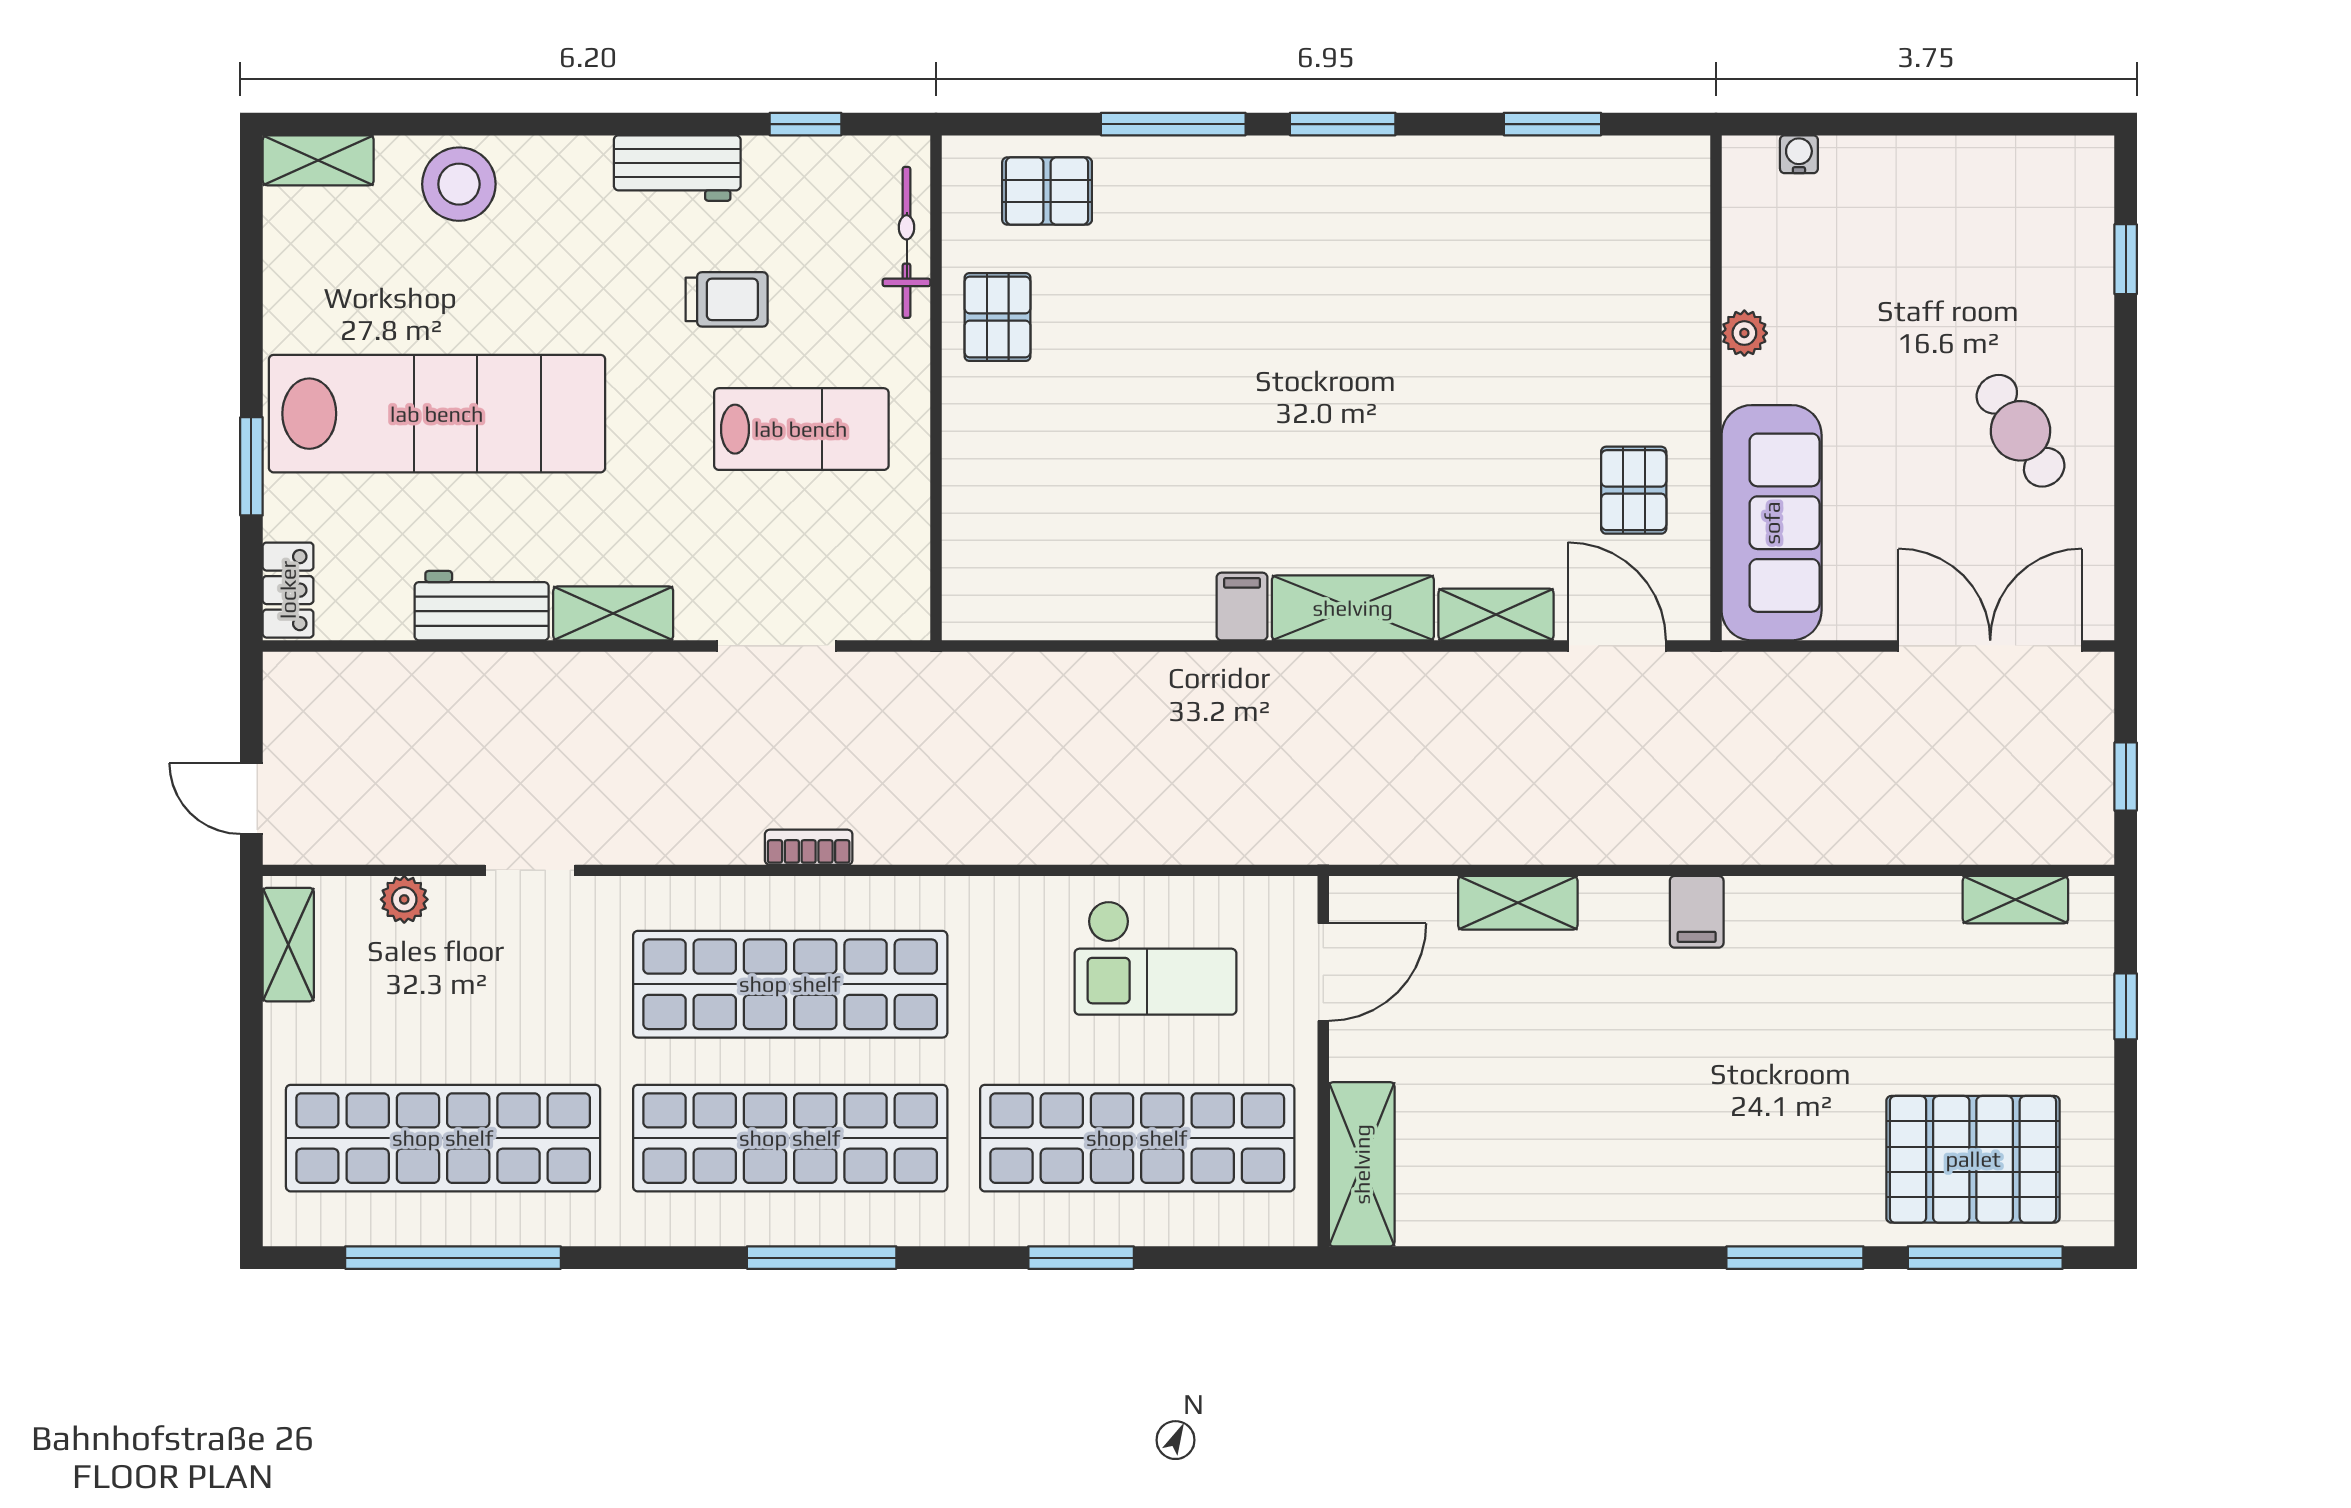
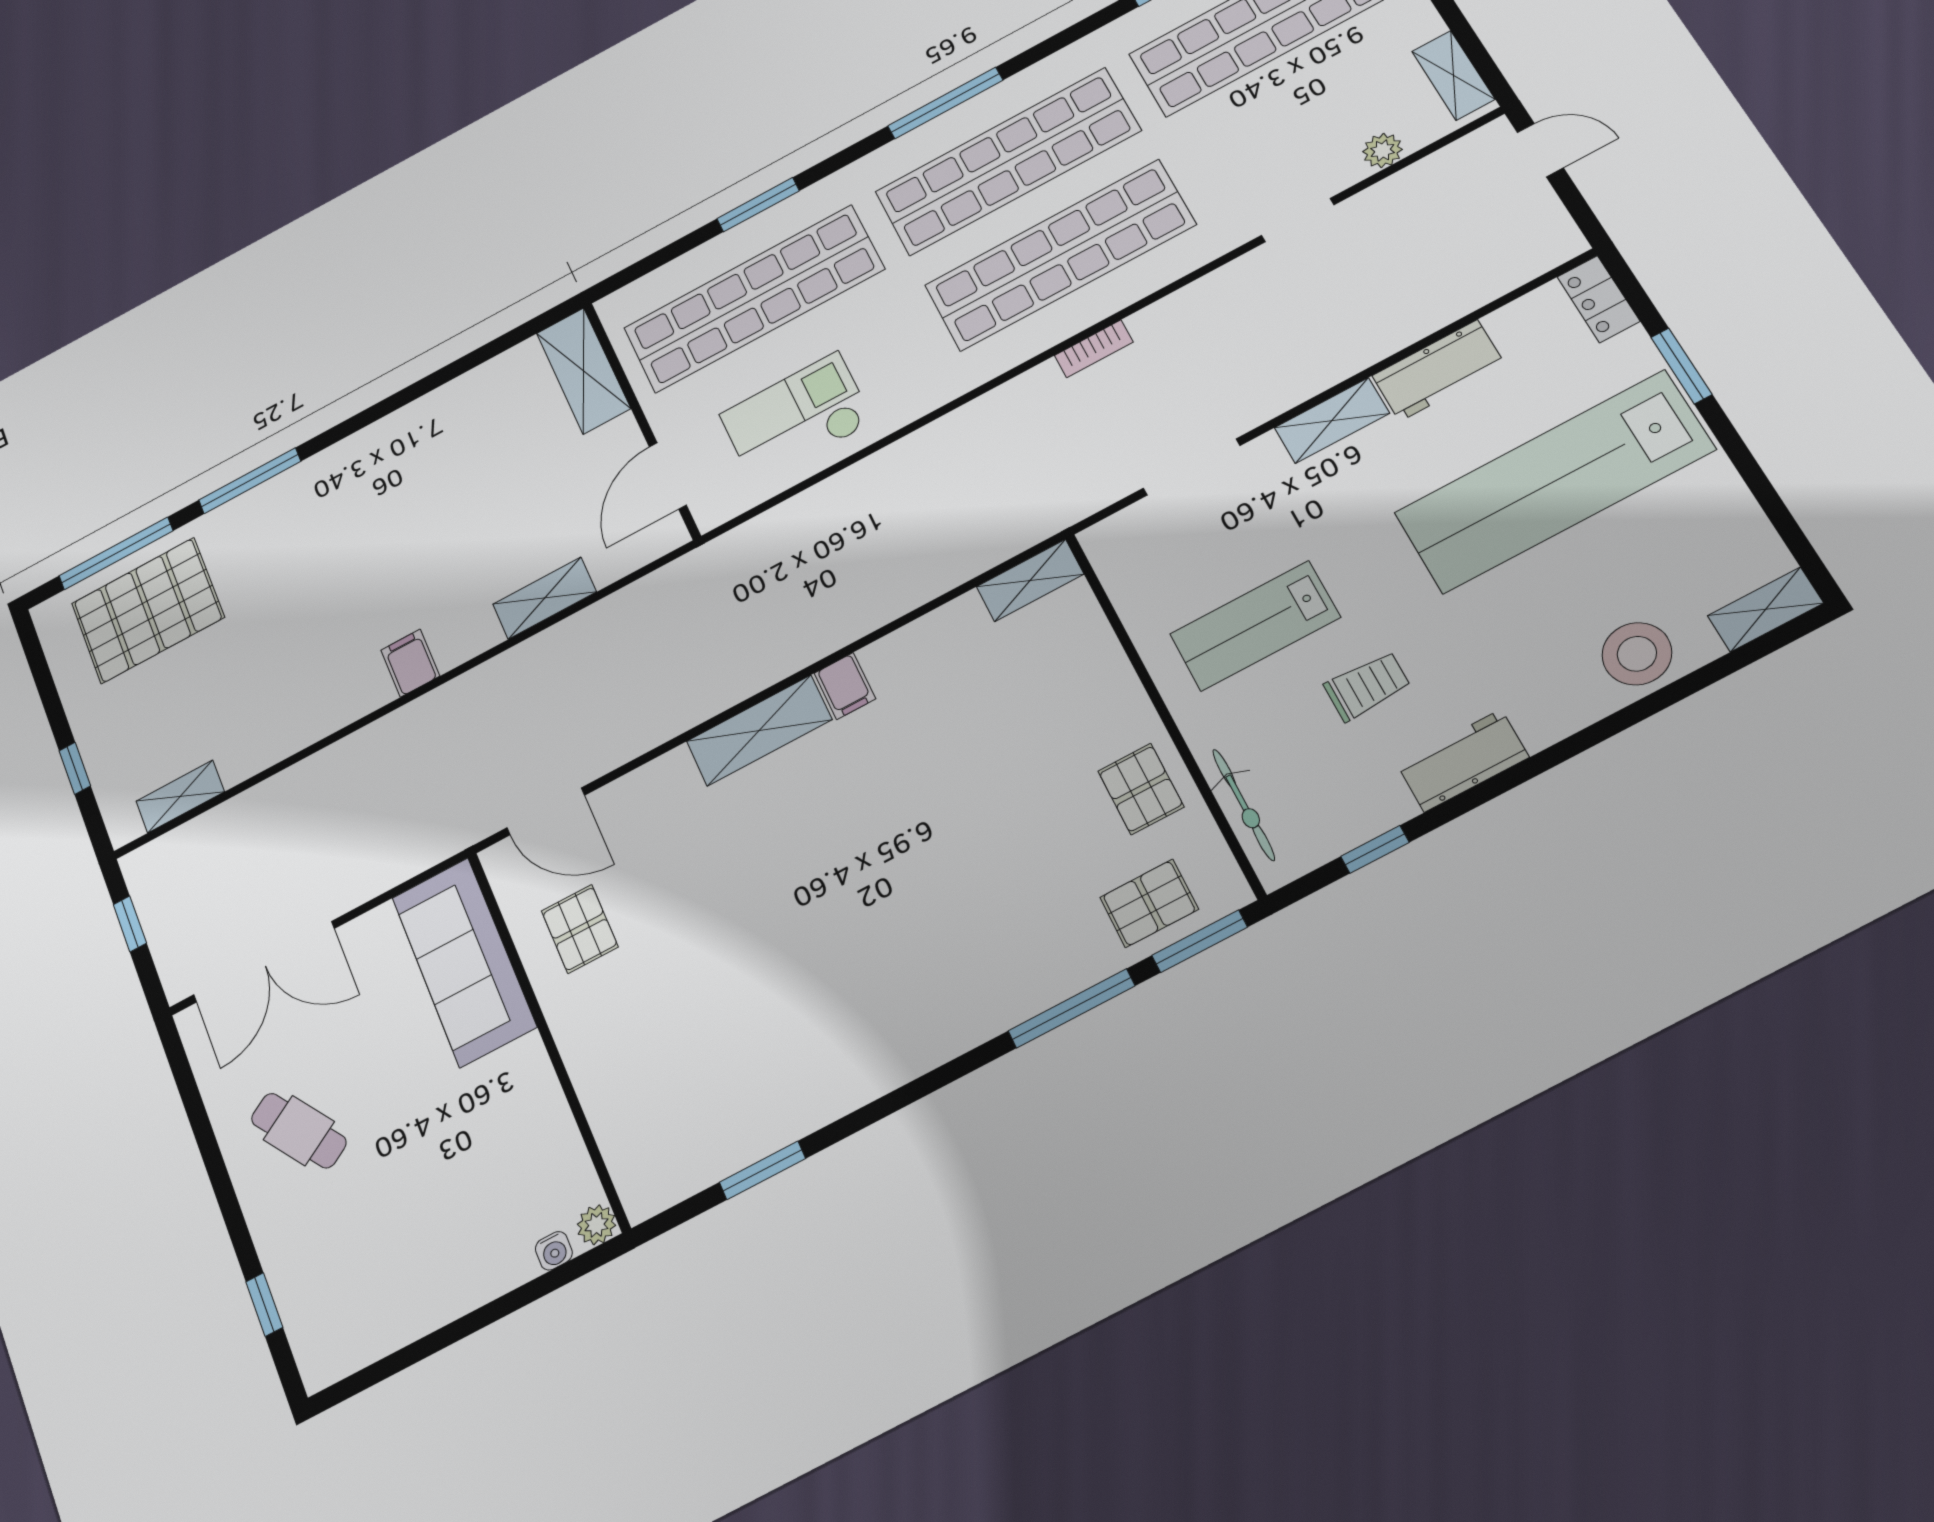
window: (1343, 124) -> (1200, 941), moved
trolley: (727, 299) -> (1367, 686), turned 180
plant: (1744, 333) -> (596, 1225), moved
shelving: (1496, 614) -> (1030, 580), moved

